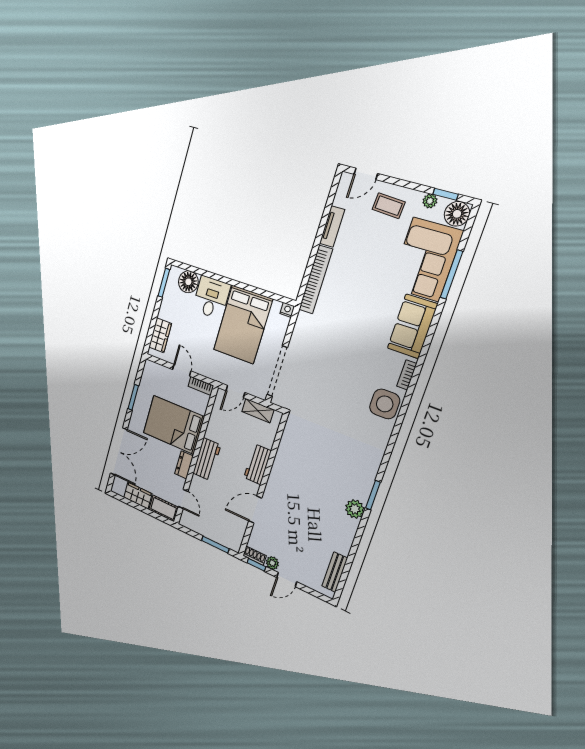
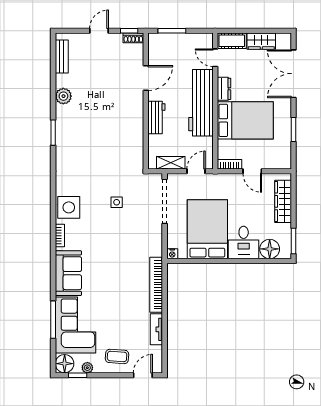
wardrobe: (160, 335) -> (283, 201), width x1.50
side table: (329, 390) -> (117, 202), added
workbench: (207, 459) -> (201, 103), width x1.88, depth x1.32
plant: (355, 509) -> (63, 96), moved
plant: (272, 563) -> (116, 39), removed

